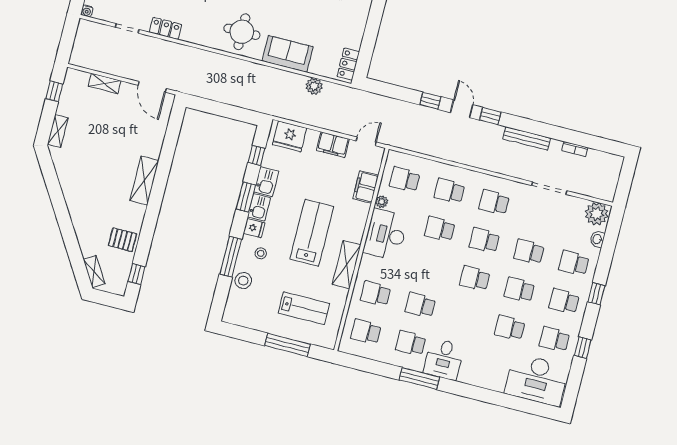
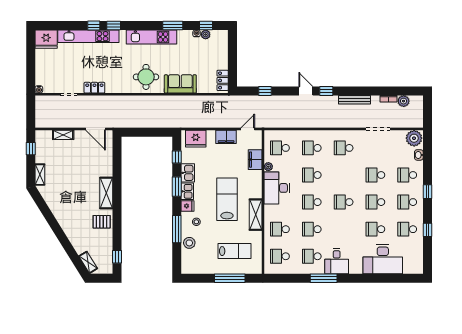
plant: (314, 86) -> (404, 101), moved
window: (430, 101) -> (265, 91), moved
pallet: (123, 240) -> (102, 222), moved
school desk: (484, 240) -> (312, 202), moved
desk: (537, 380) -> (383, 259), moved

